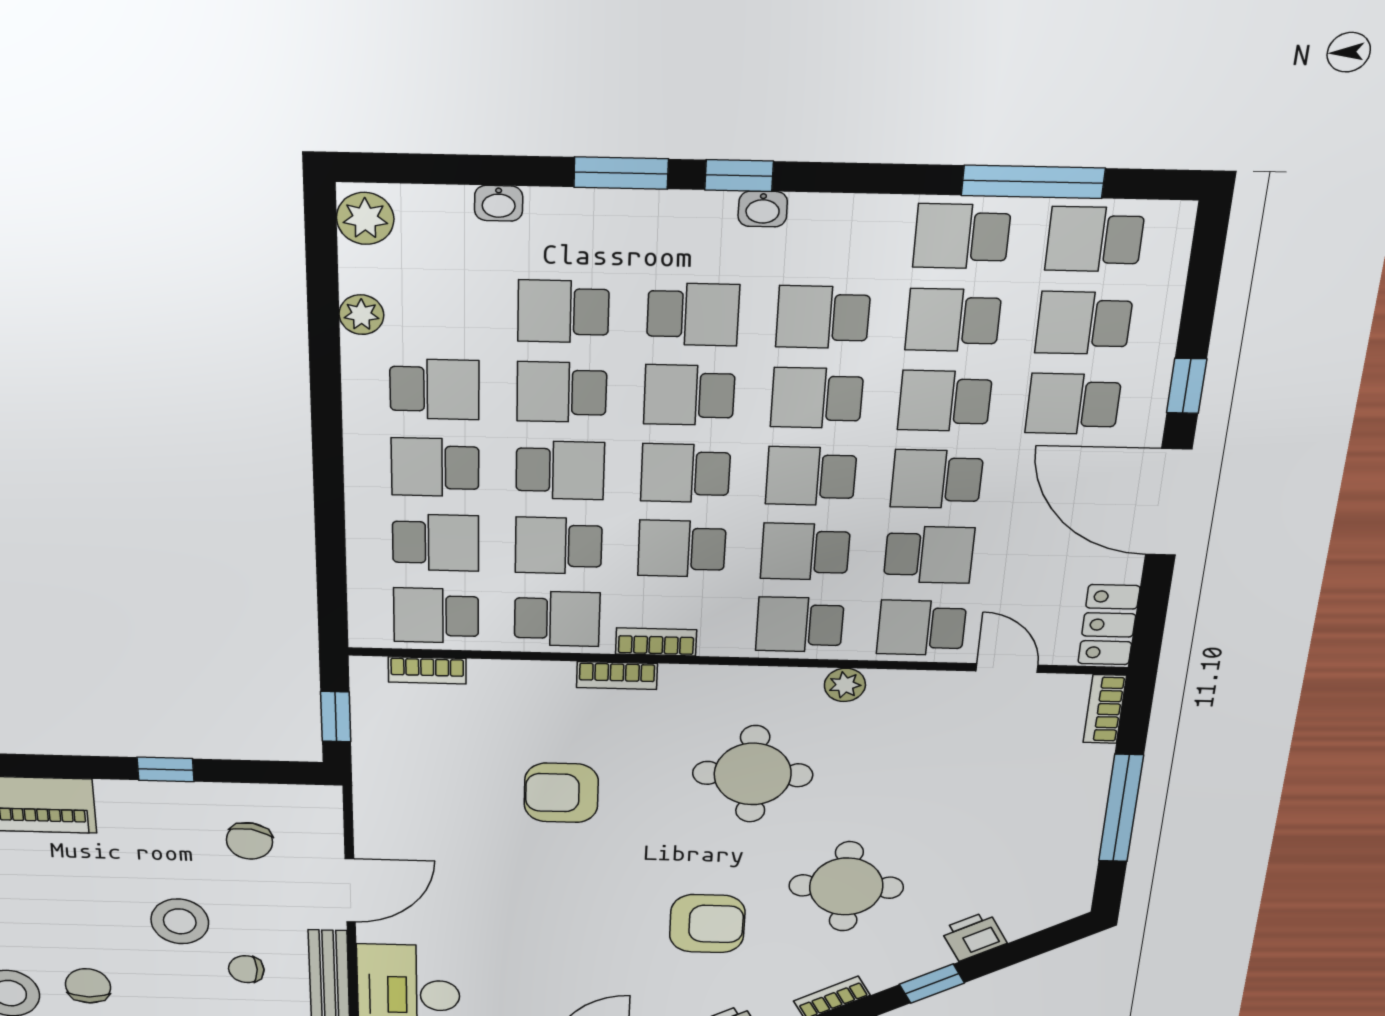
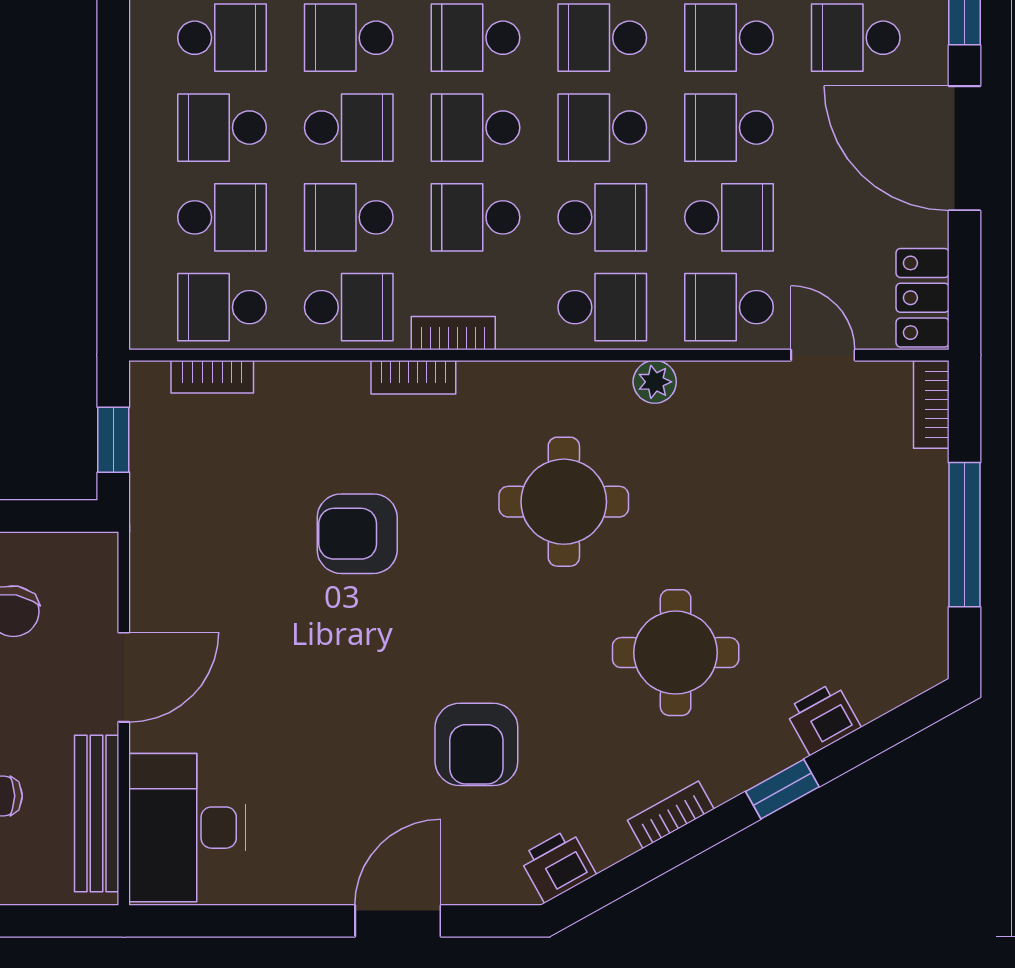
school desk: (805, 552) -> (602, 217), turned 180
school desk: (800, 625) -> (602, 307), turned 180
armchair: (707, 924) -> (476, 744), moved, turned 90

